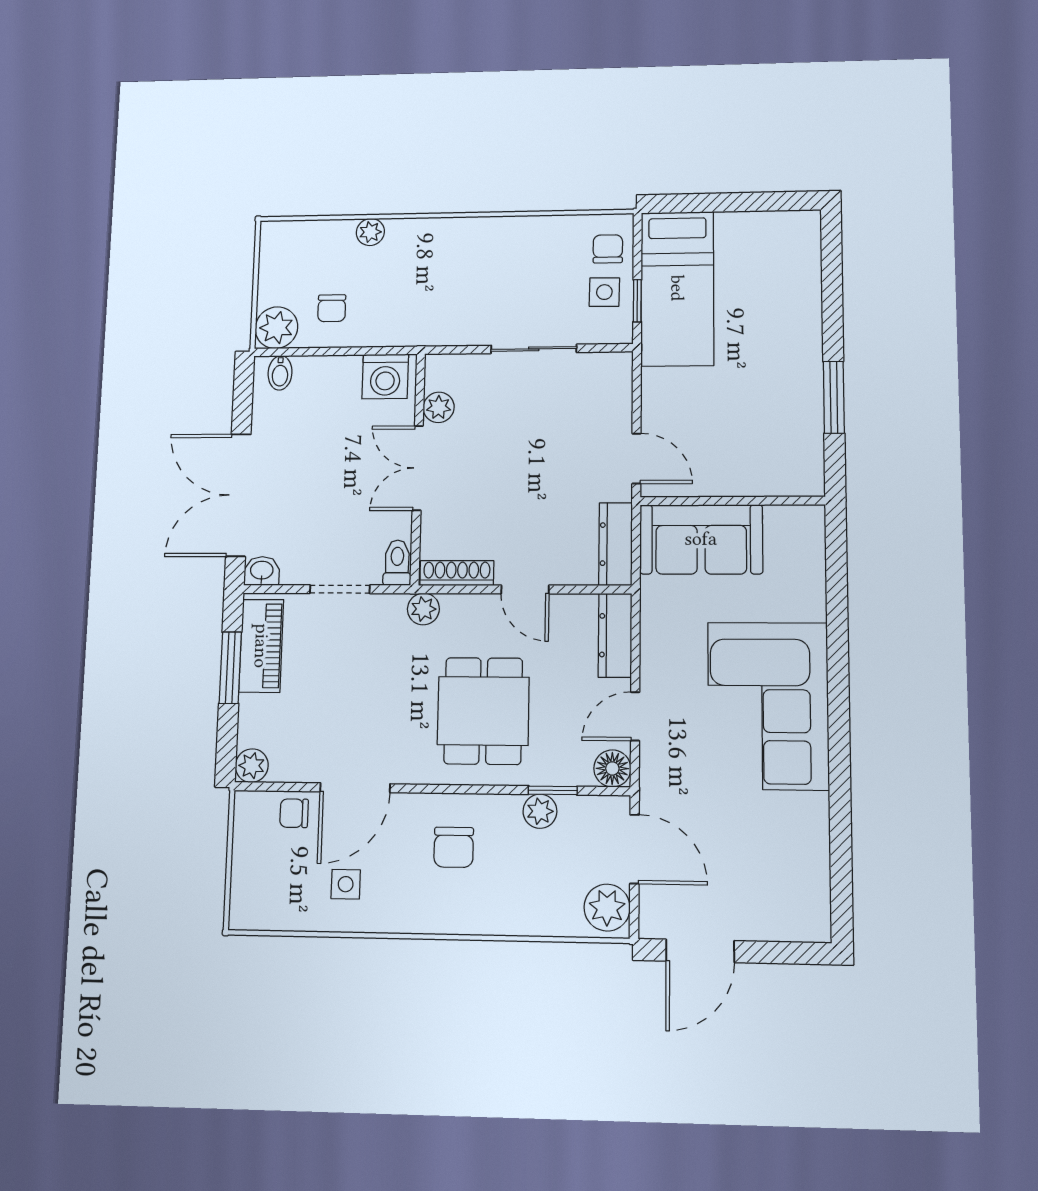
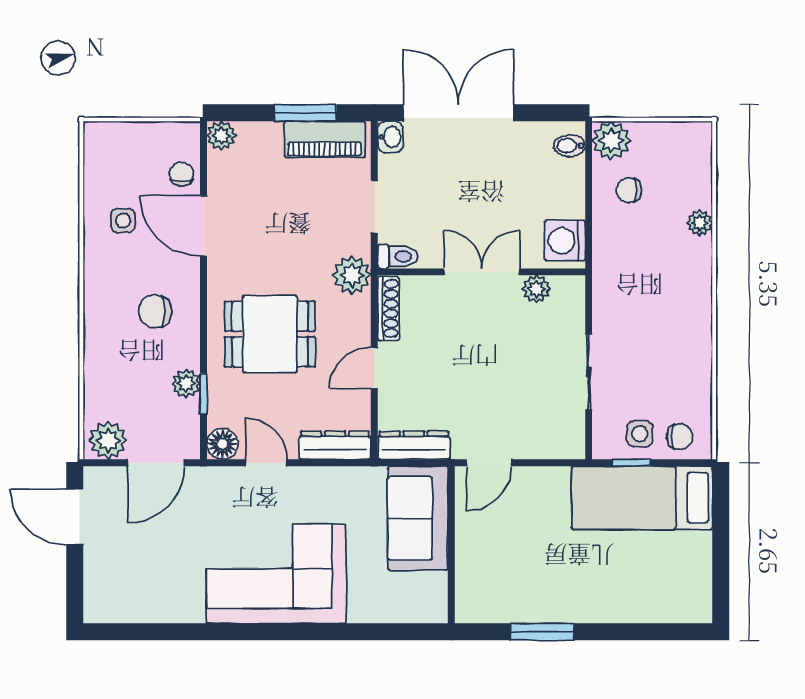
plant: (423, 609) -> (352, 275), width x1.38, depth x1.38

